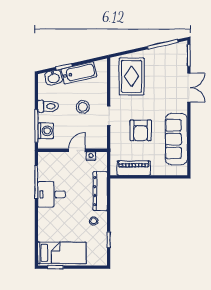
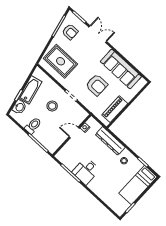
armchair: (167, 60) -> (70, 32), added
washing machine: (46, 131) -> (46, 140), removed
door: (77, 150) -> (74, 133), hinge flipped
bed: (62, 253) -> (138, 185), moved, turned 180

